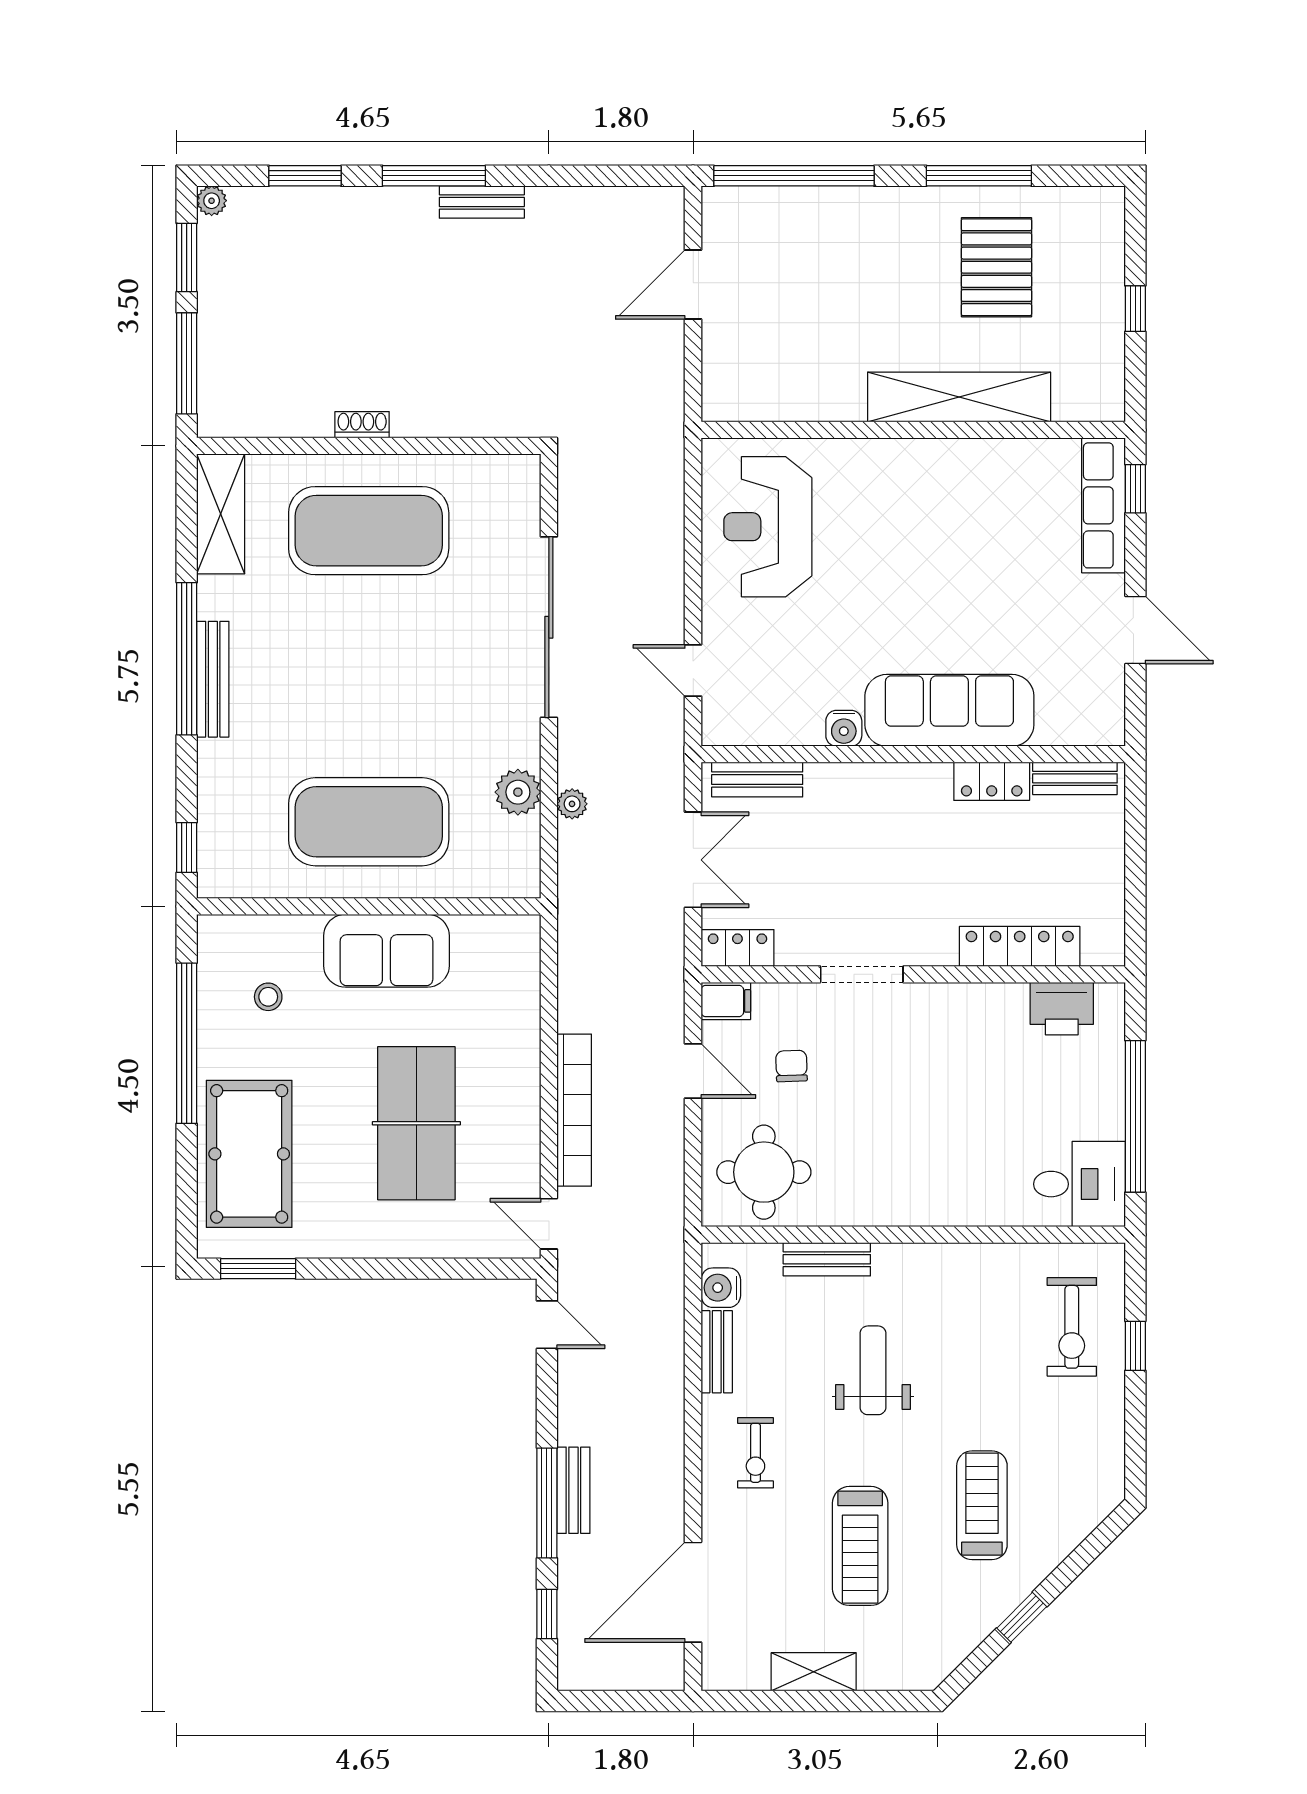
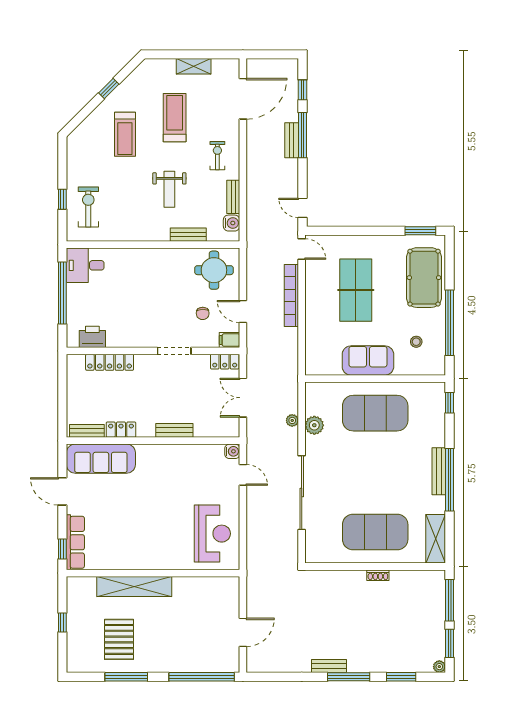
sofa: (949, 710) -> (101, 459), moved
water cooler: (844, 728) -> (232, 451), moved, turned 90
bench: (757, 780) -> (174, 430), moved

